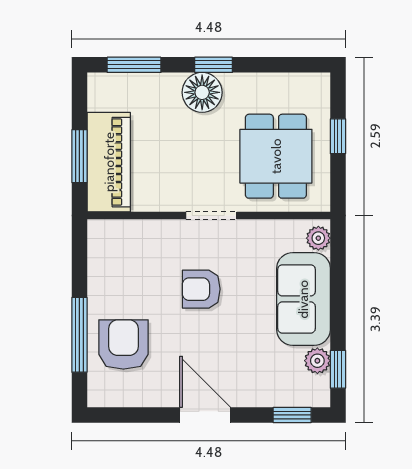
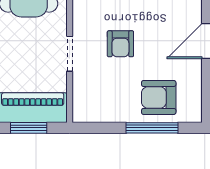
doorway: (211, 215) -> (70, 54), moved

